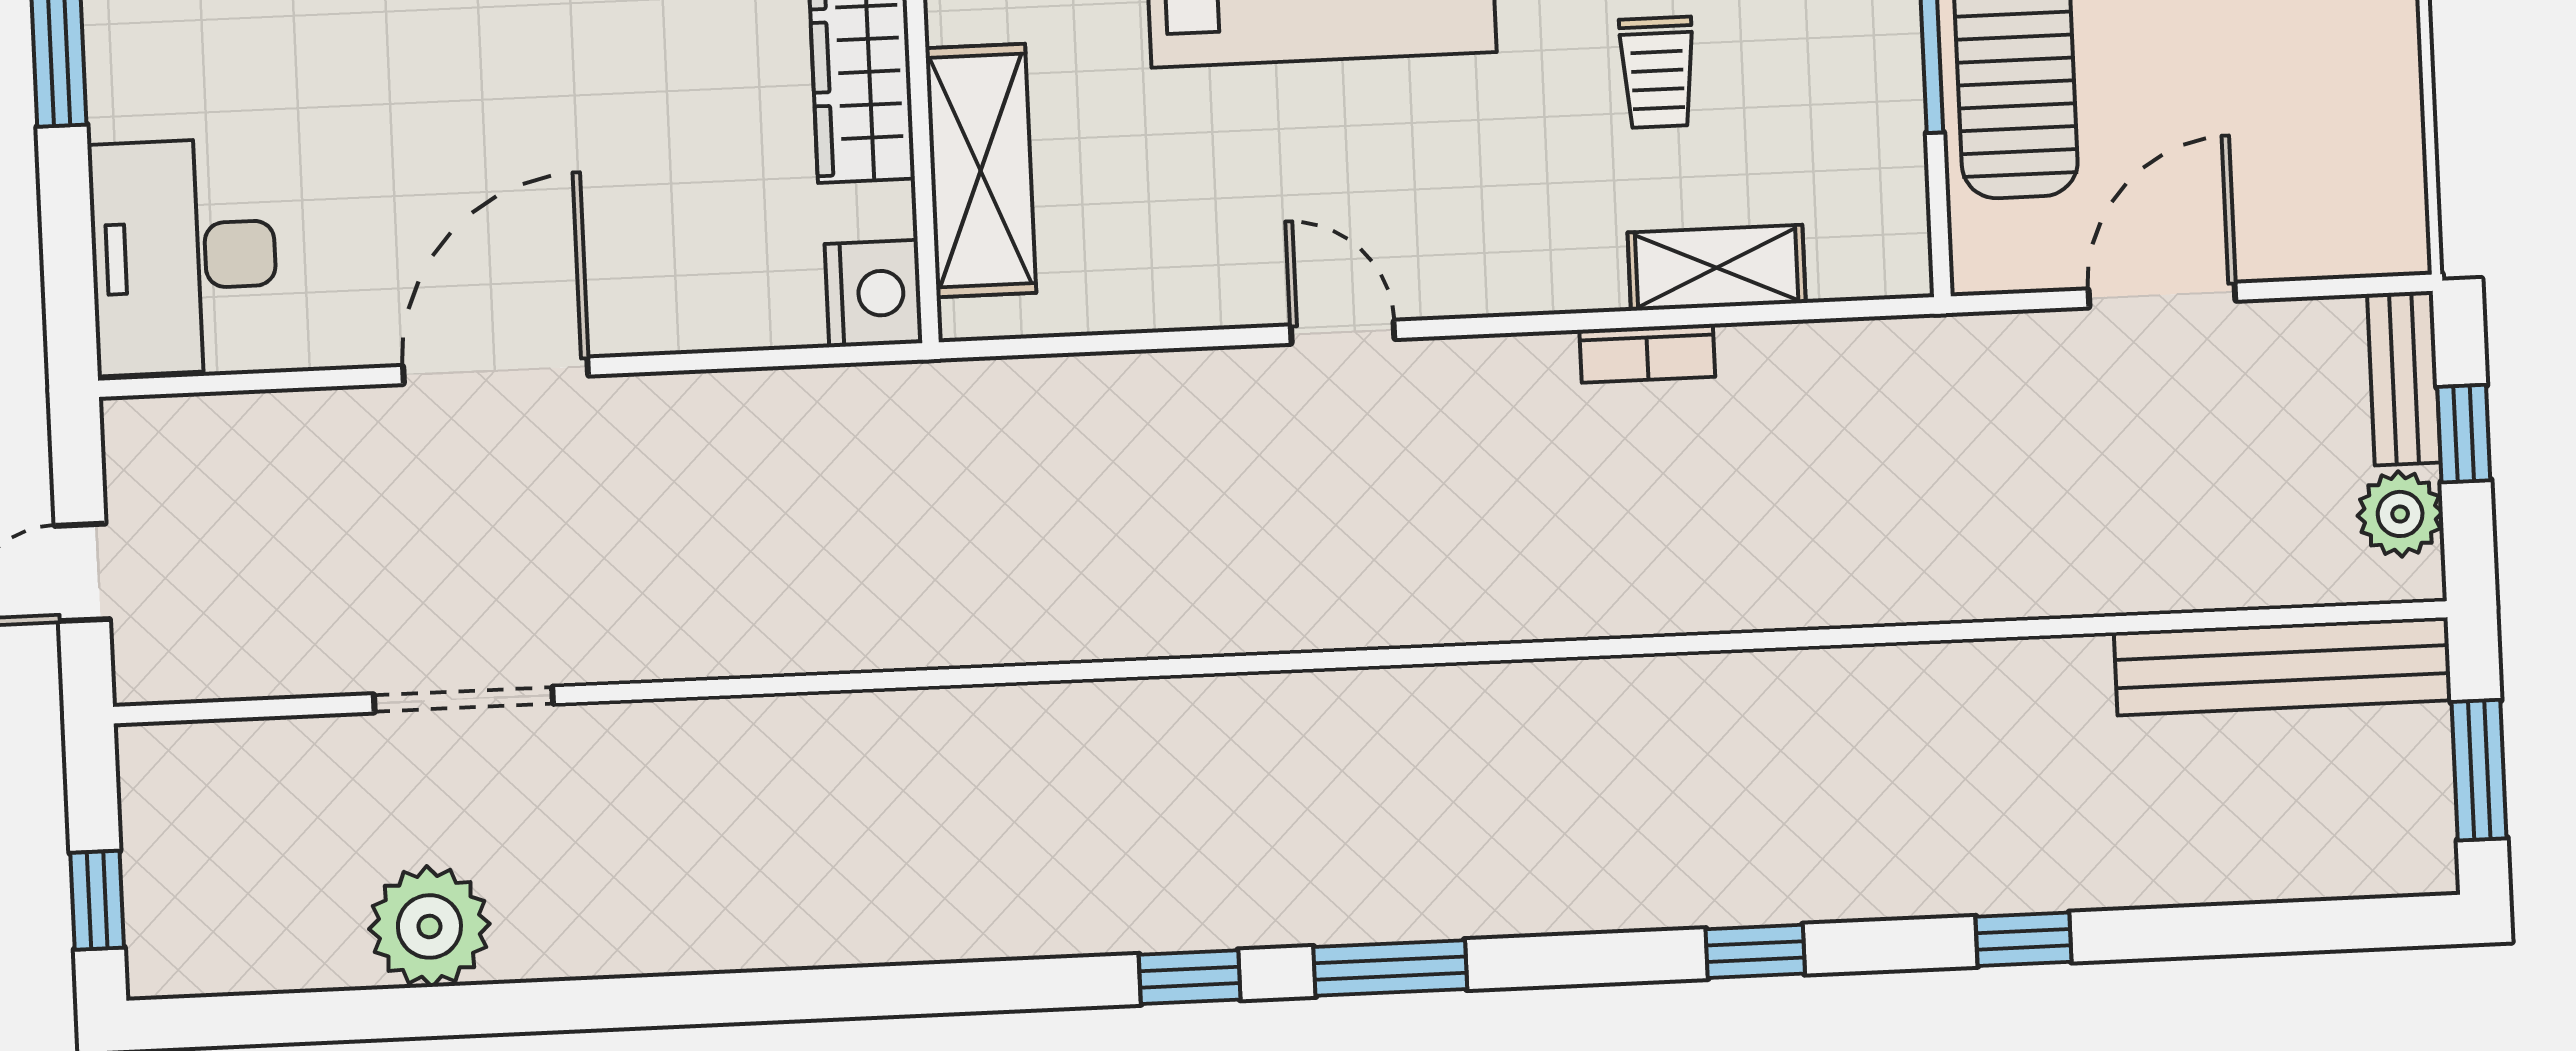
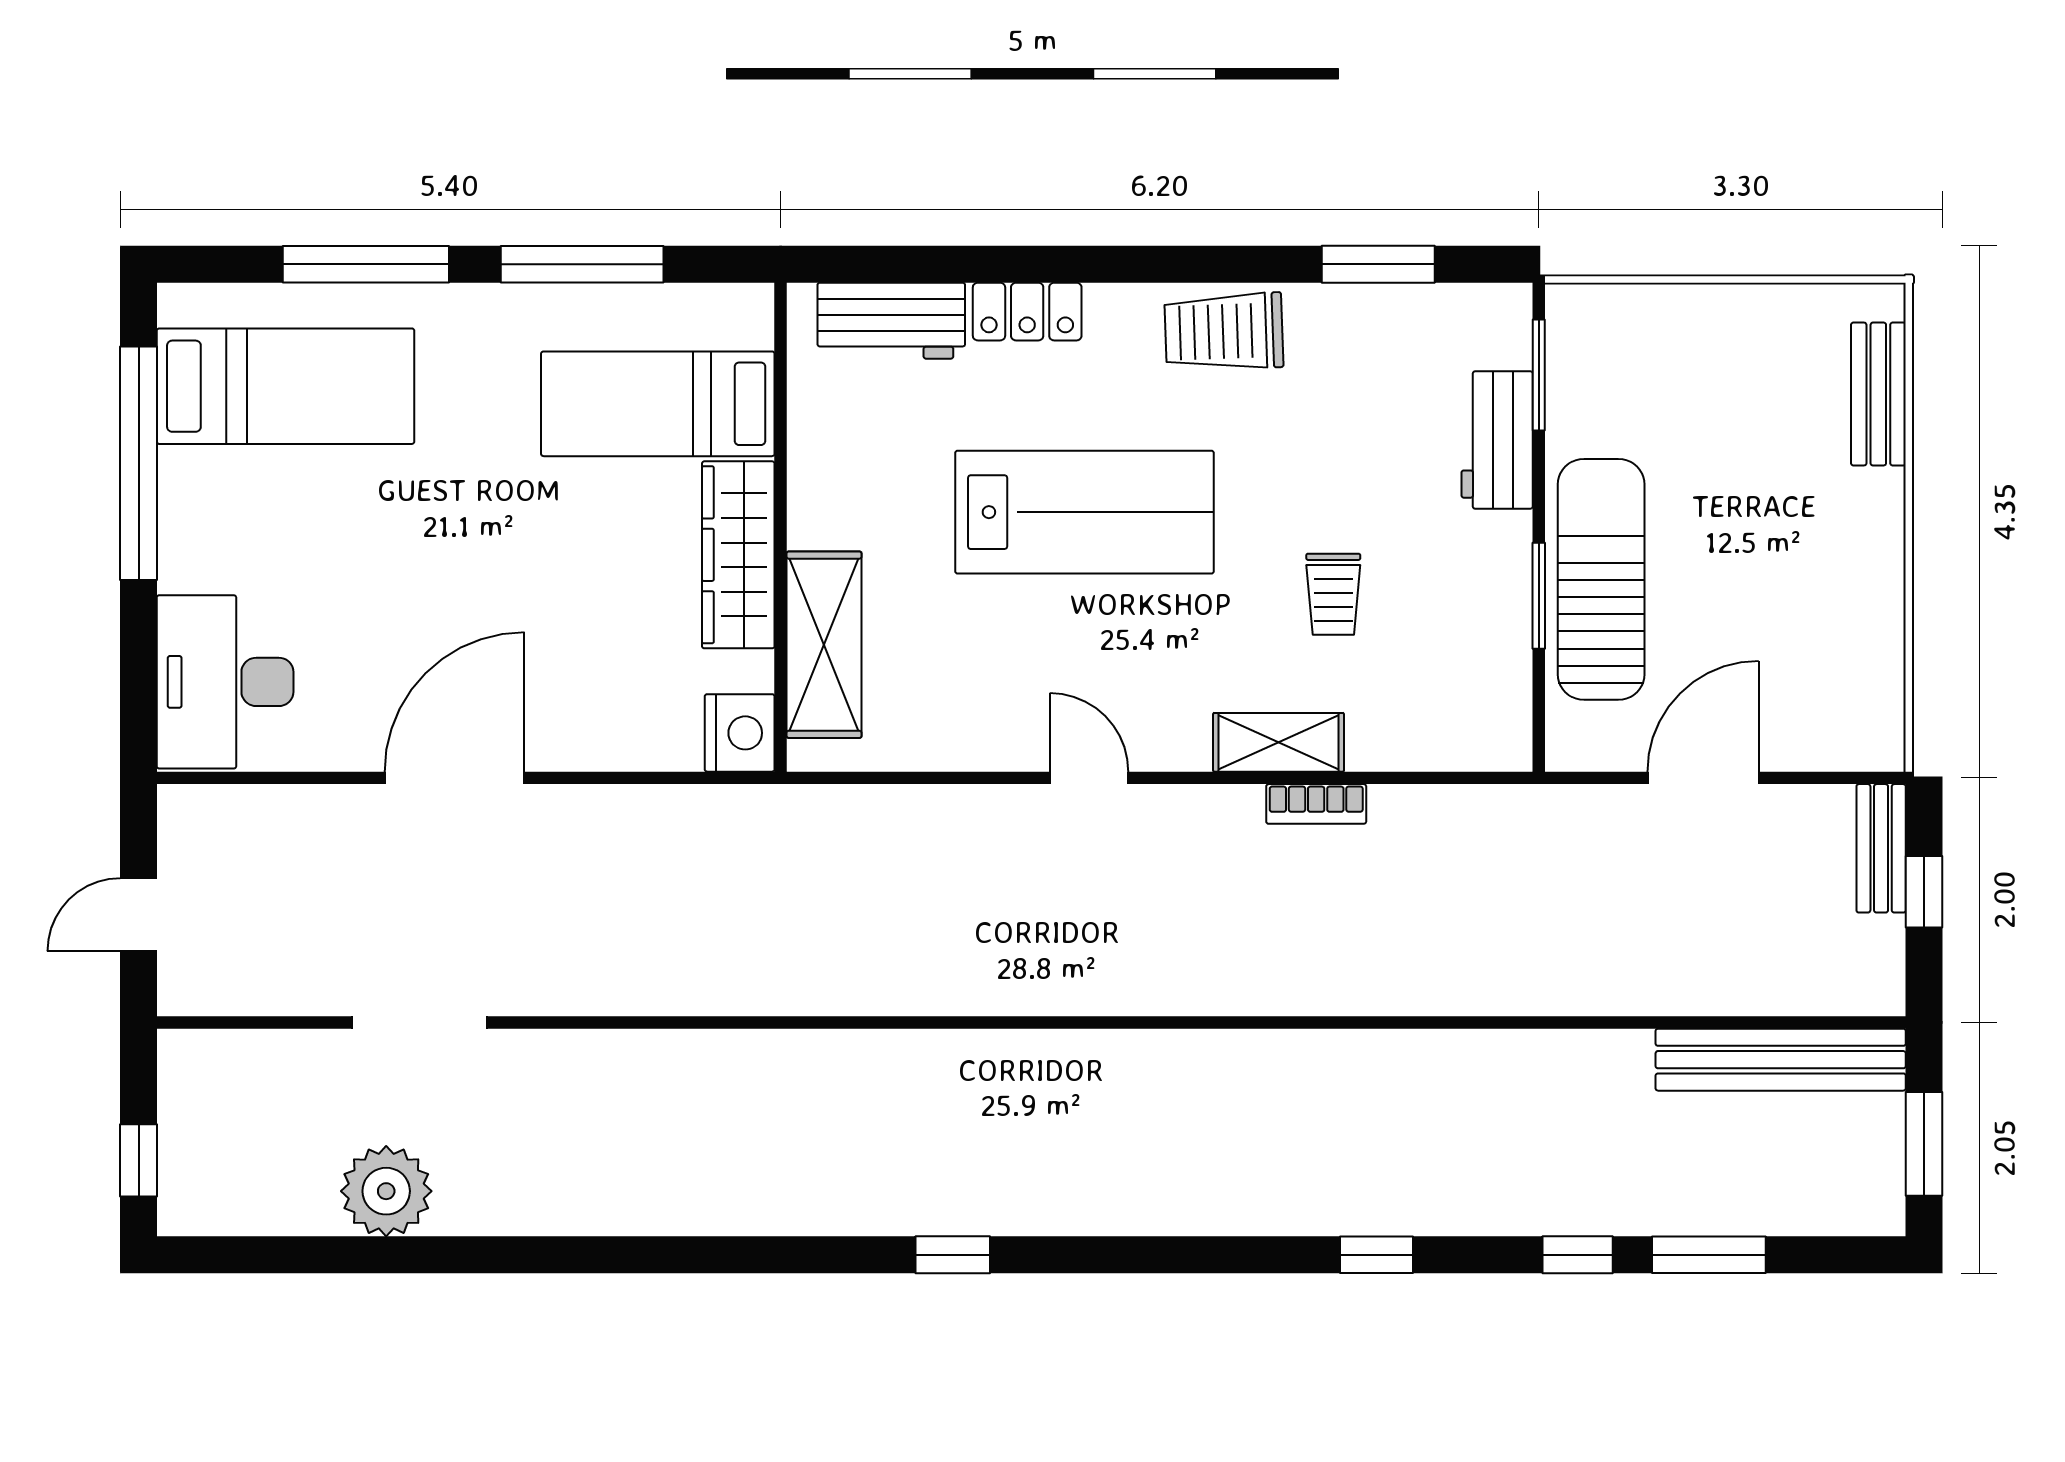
shelving: (1717, 268) -> (1279, 742), moved
plant: (2400, 514) -> (1874, 950), removed
window: (1390, 968) -> (1709, 1255), moved

